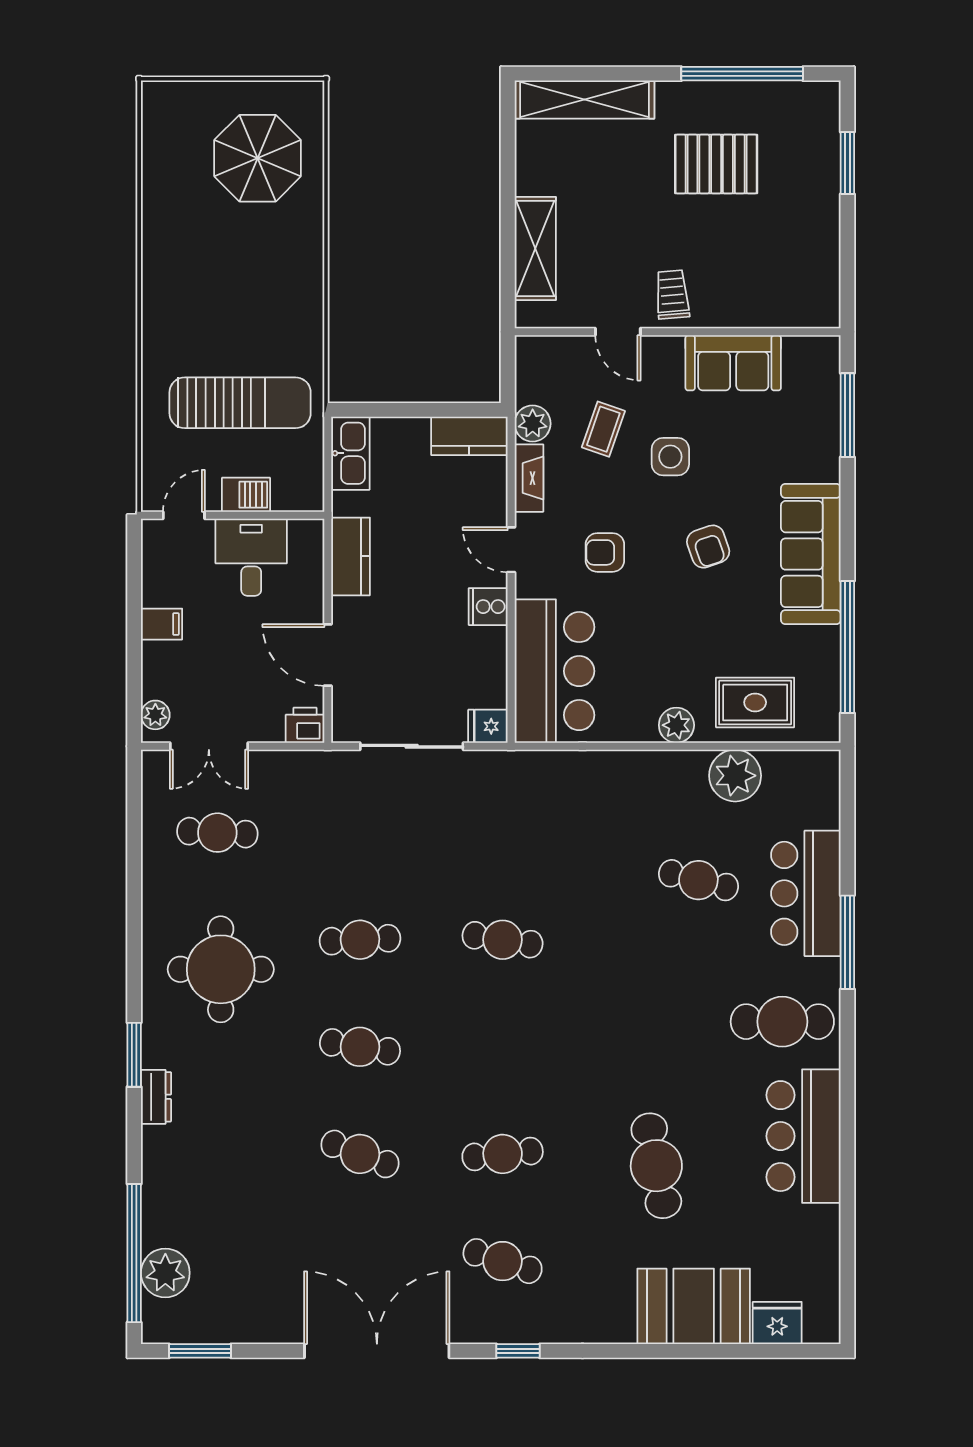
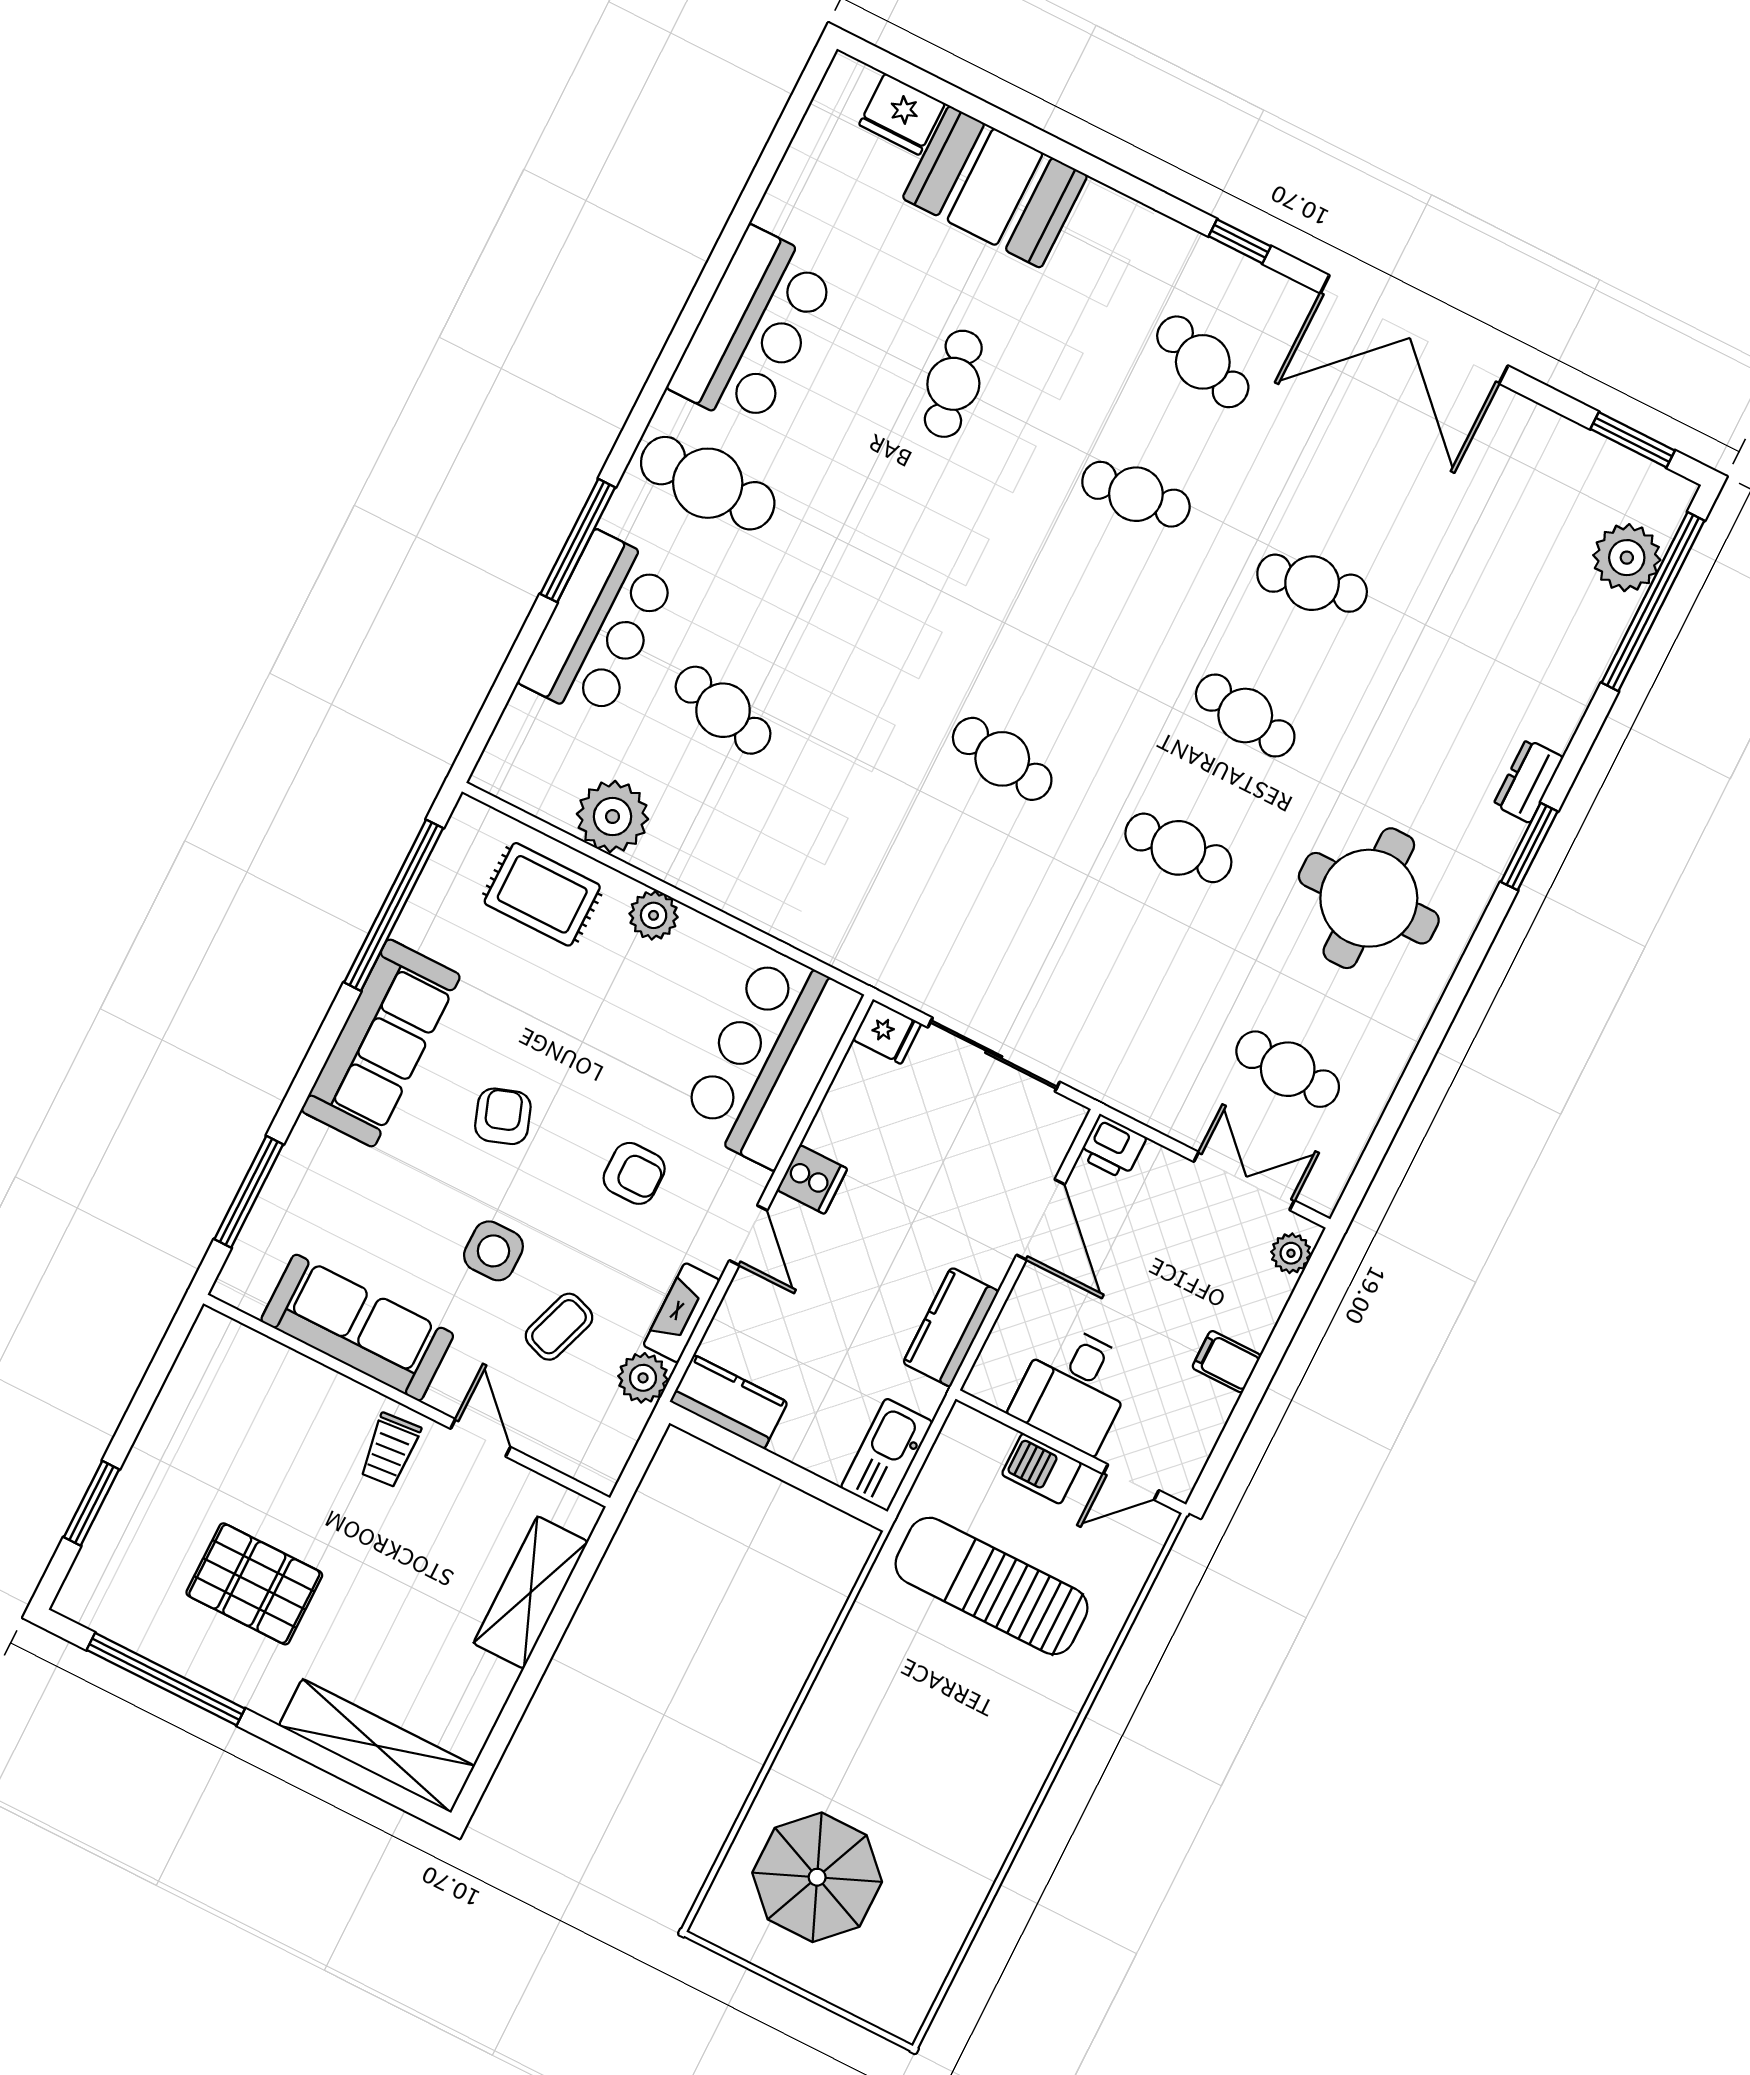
sofa: (733, 363) -> (357, 1328), width x1.36
cafe table: (360, 1154) -> (1312, 583), turned -33
cafe table: (656, 1166) -> (953, 384), width x0.73, depth x0.74

